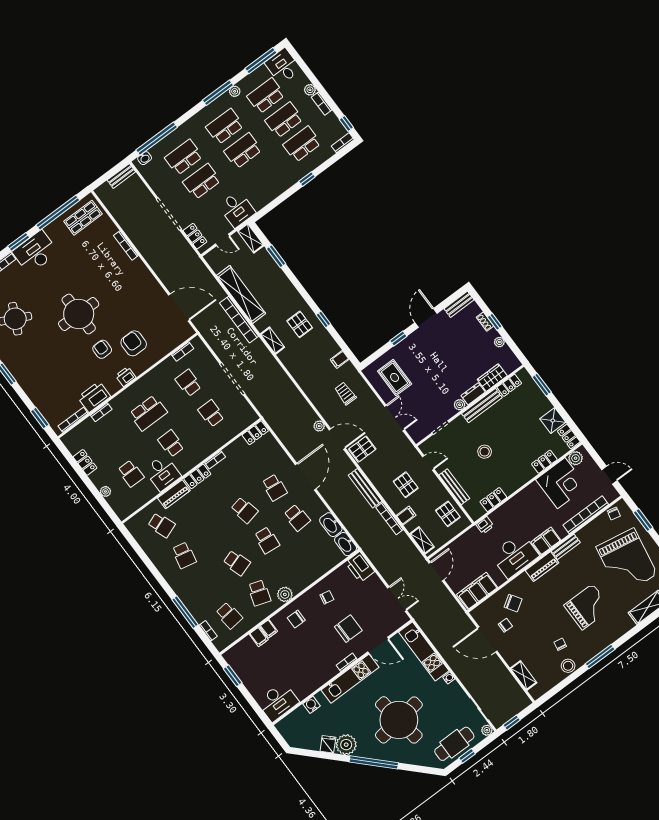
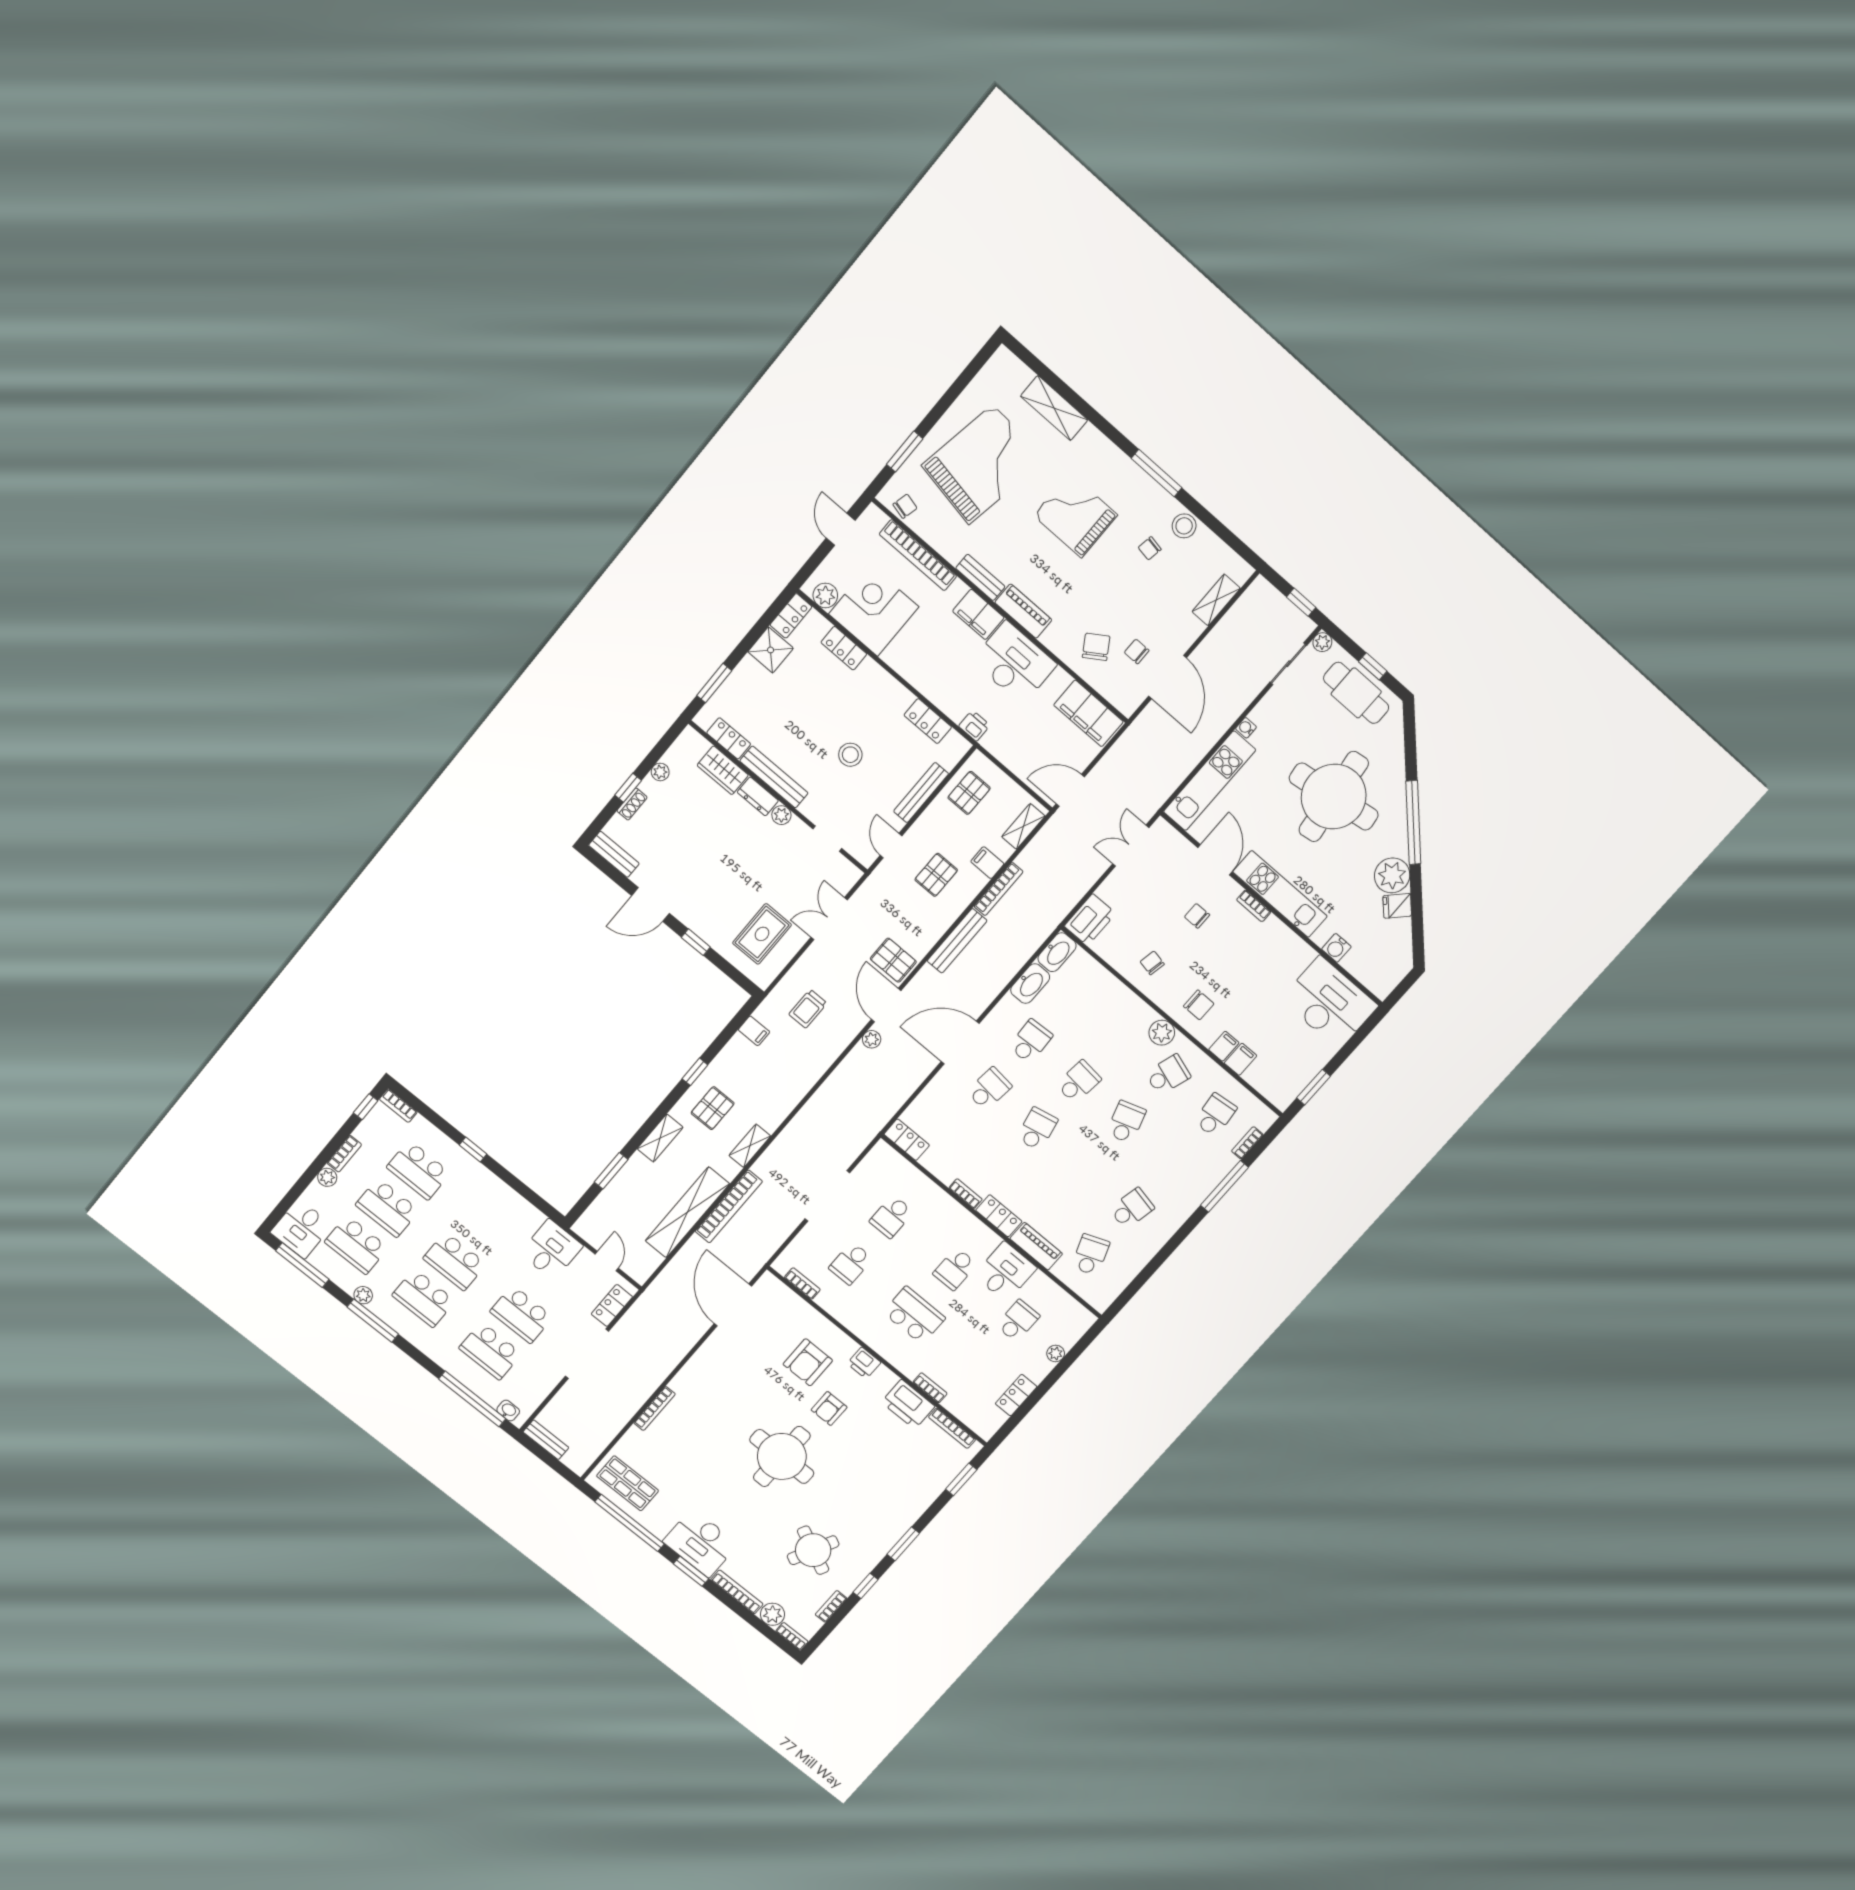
shelving: (251, 238) -> (660, 1138), moved
chair: (348, 629) -> (1197, 916), width x0.54, depth x0.54
desk: (278, 702) -> (1329, 1003), width x1.36, depth x1.30

